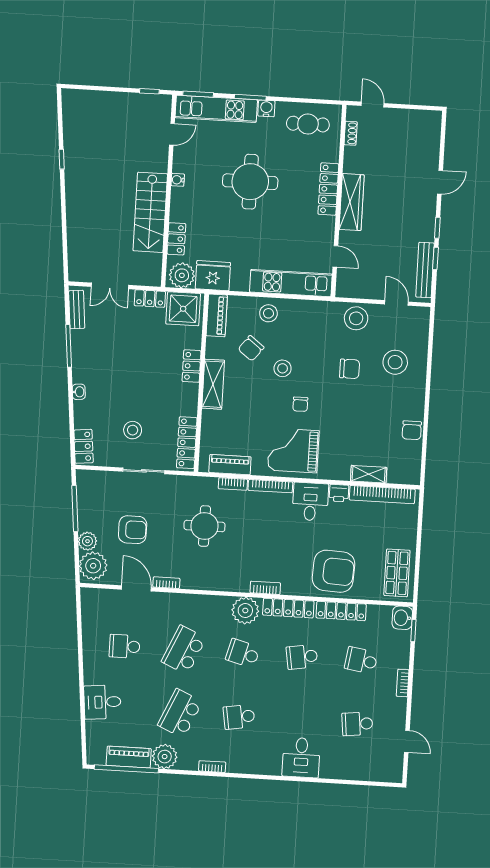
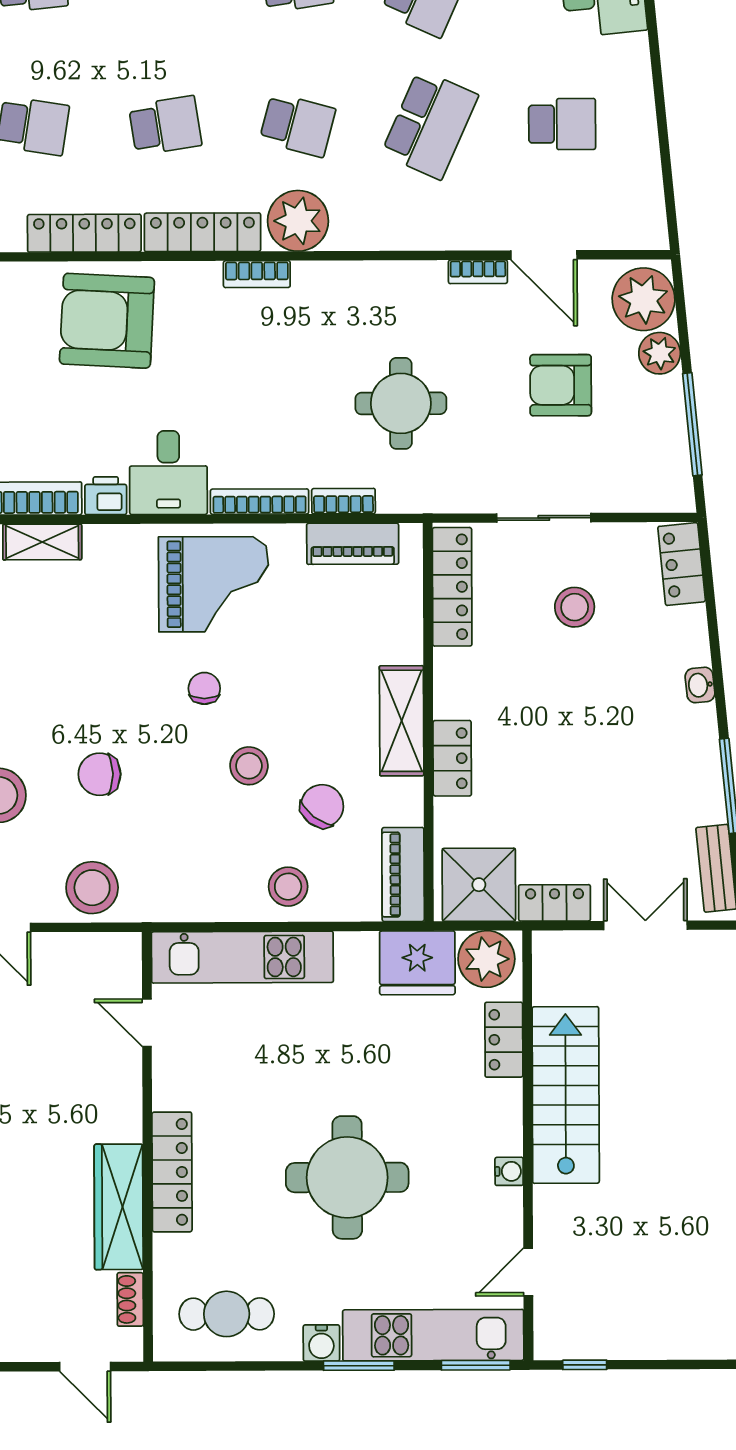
wardrobe: (352, 202) -> (119, 1207), moved

